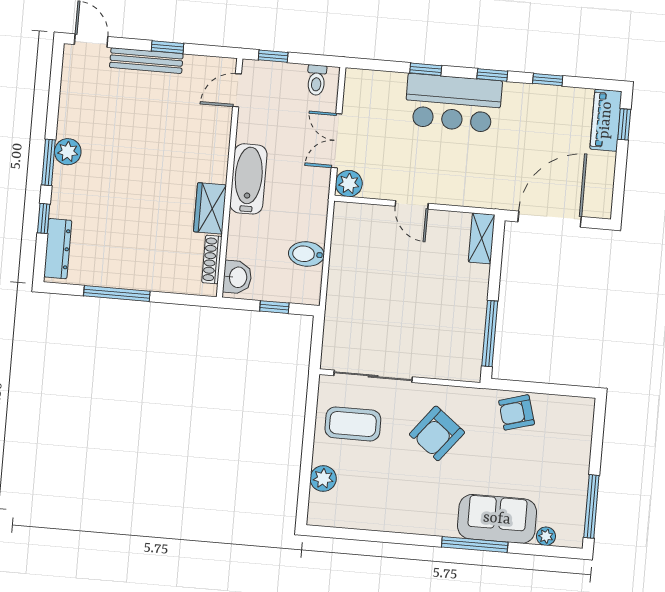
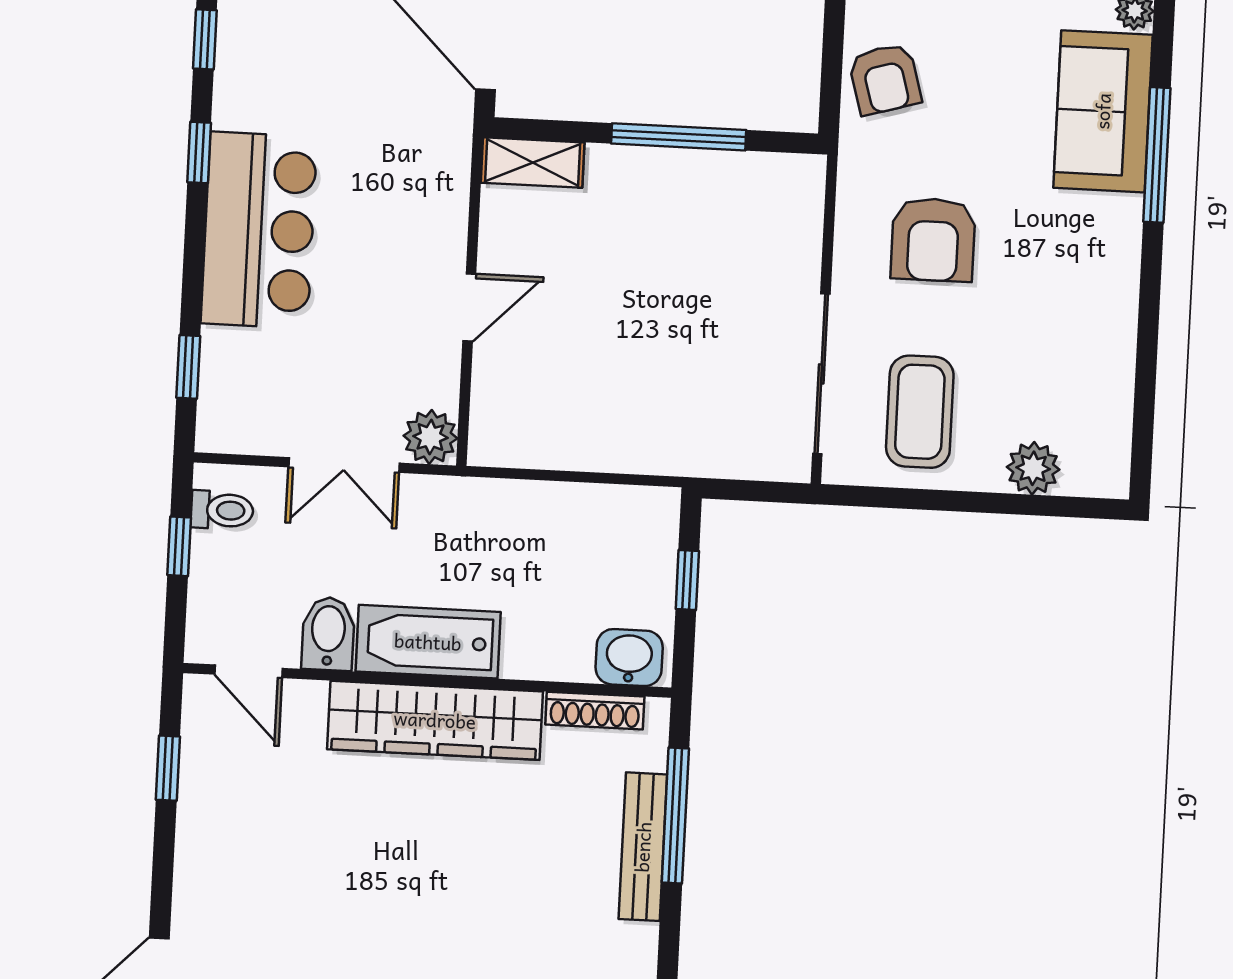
window: (167, 47) -> (168, 768), moved
window: (273, 56) -> (179, 546), moved
bench: (146, 61) -> (643, 847), moved
window: (426, 69) -> (188, 367), moved
wardrobe: (210, 208) -> (435, 720), width x2.10, depth x1.17
bidet: (306, 254) -> (328, 634), moved, turned 180
window: (117, 294) -> (675, 815), moved
window: (490, 334) -> (679, 137), moved
armchair: (437, 433) -> (933, 240), turned 52

